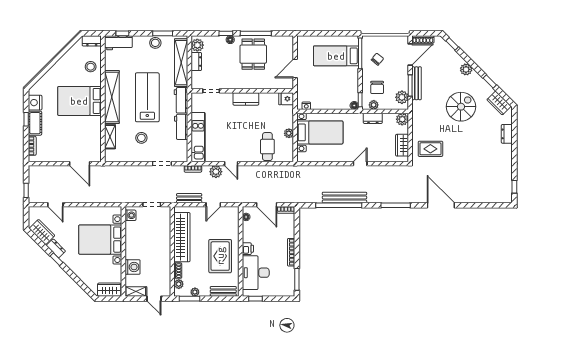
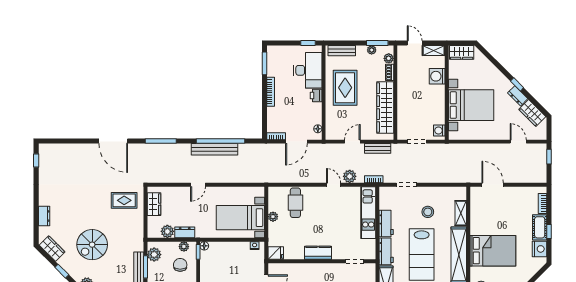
plant: (402, 119) -> (167, 231), moved
door: (267, 205) -> (296, 142), swing flipped

